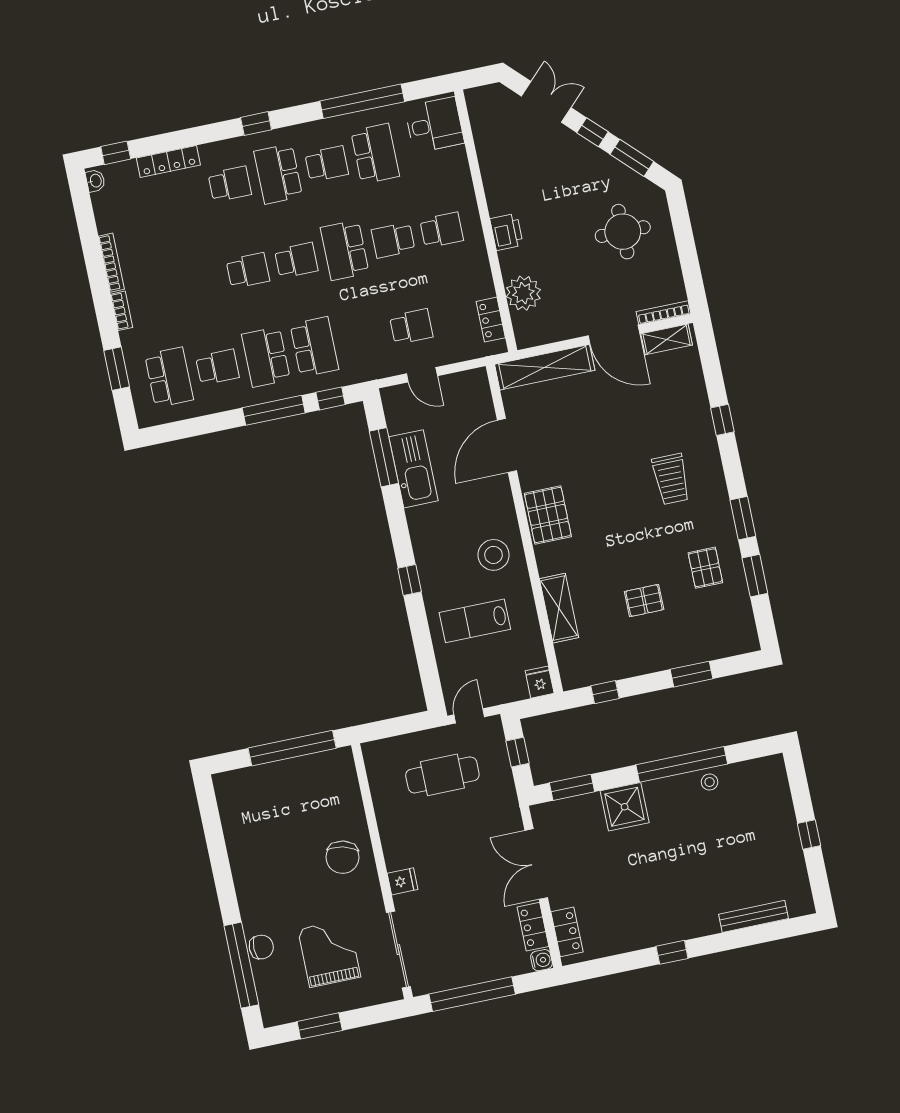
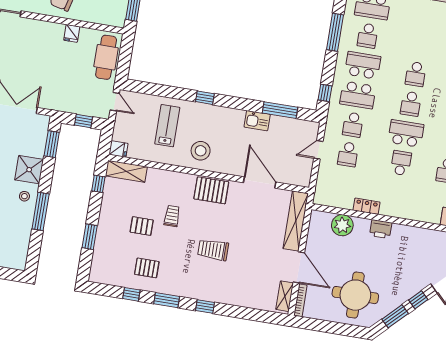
school desk: (442, 230) -> (353, 125), moved
round table: (623, 232) -> (355, 295), width x1.36, depth x1.36
locker: (491, 320) -> (366, 206), moved
door: (614, 335) -> (299, 267), swing flipped
window: (274, 410) -> (335, 32), moved
window: (722, 420) -> (205, 306), moved
kitchen sink: (413, 469) -> (257, 121), width x0.53, depth x0.81
trolley: (671, 479) -> (213, 250), moved
trolley: (611, 560) -> (172, 216), added
window: (755, 576) -> (131, 294), width x0.67
pallet: (644, 601) -> (142, 226), turned 90
shelving: (559, 608) -> (126, 171), moved
window: (682, 764) -> (41, 211), width x0.68
cafe table: (442, 775) -> (106, 57), moved
stool: (710, 782) -> (24, 196), moved
fridge: (402, 881) -> (72, 33), moved

